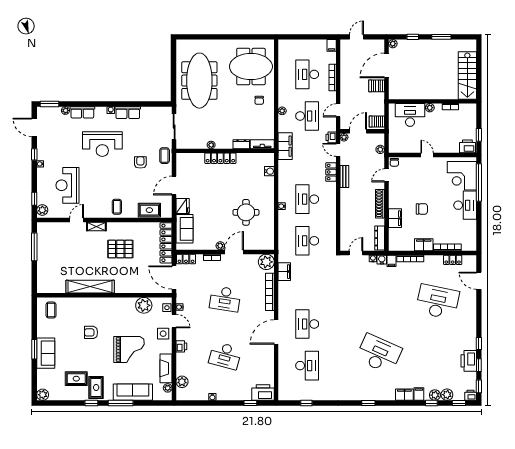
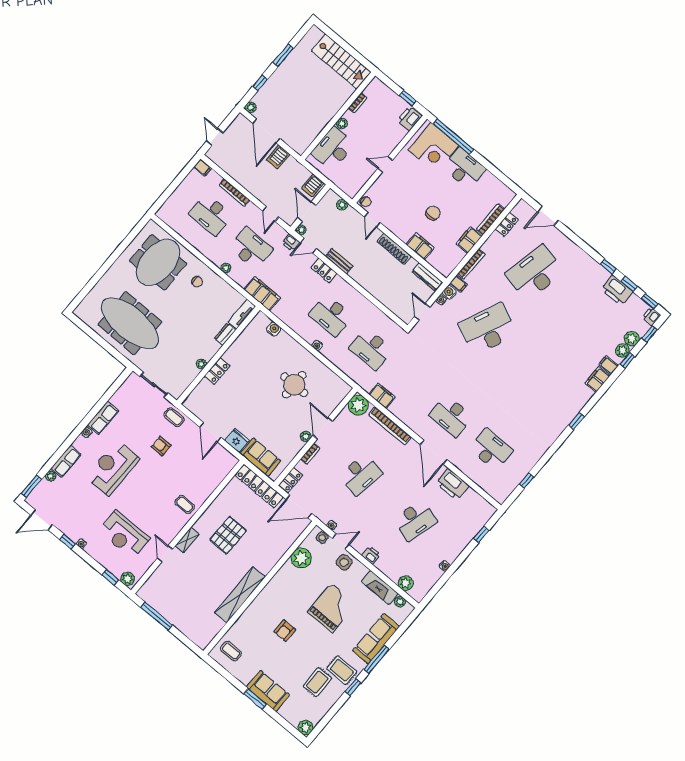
reception desk: (102, 144) -> (113, 468), turned 180
locker: (220, 158) -> (217, 371), width x0.66
rug: (149, 210) -> (214, 476), removed
desk: (379, 354) -> (488, 329), moved
printer: (263, 393) -> (453, 484), moved, turned -90

